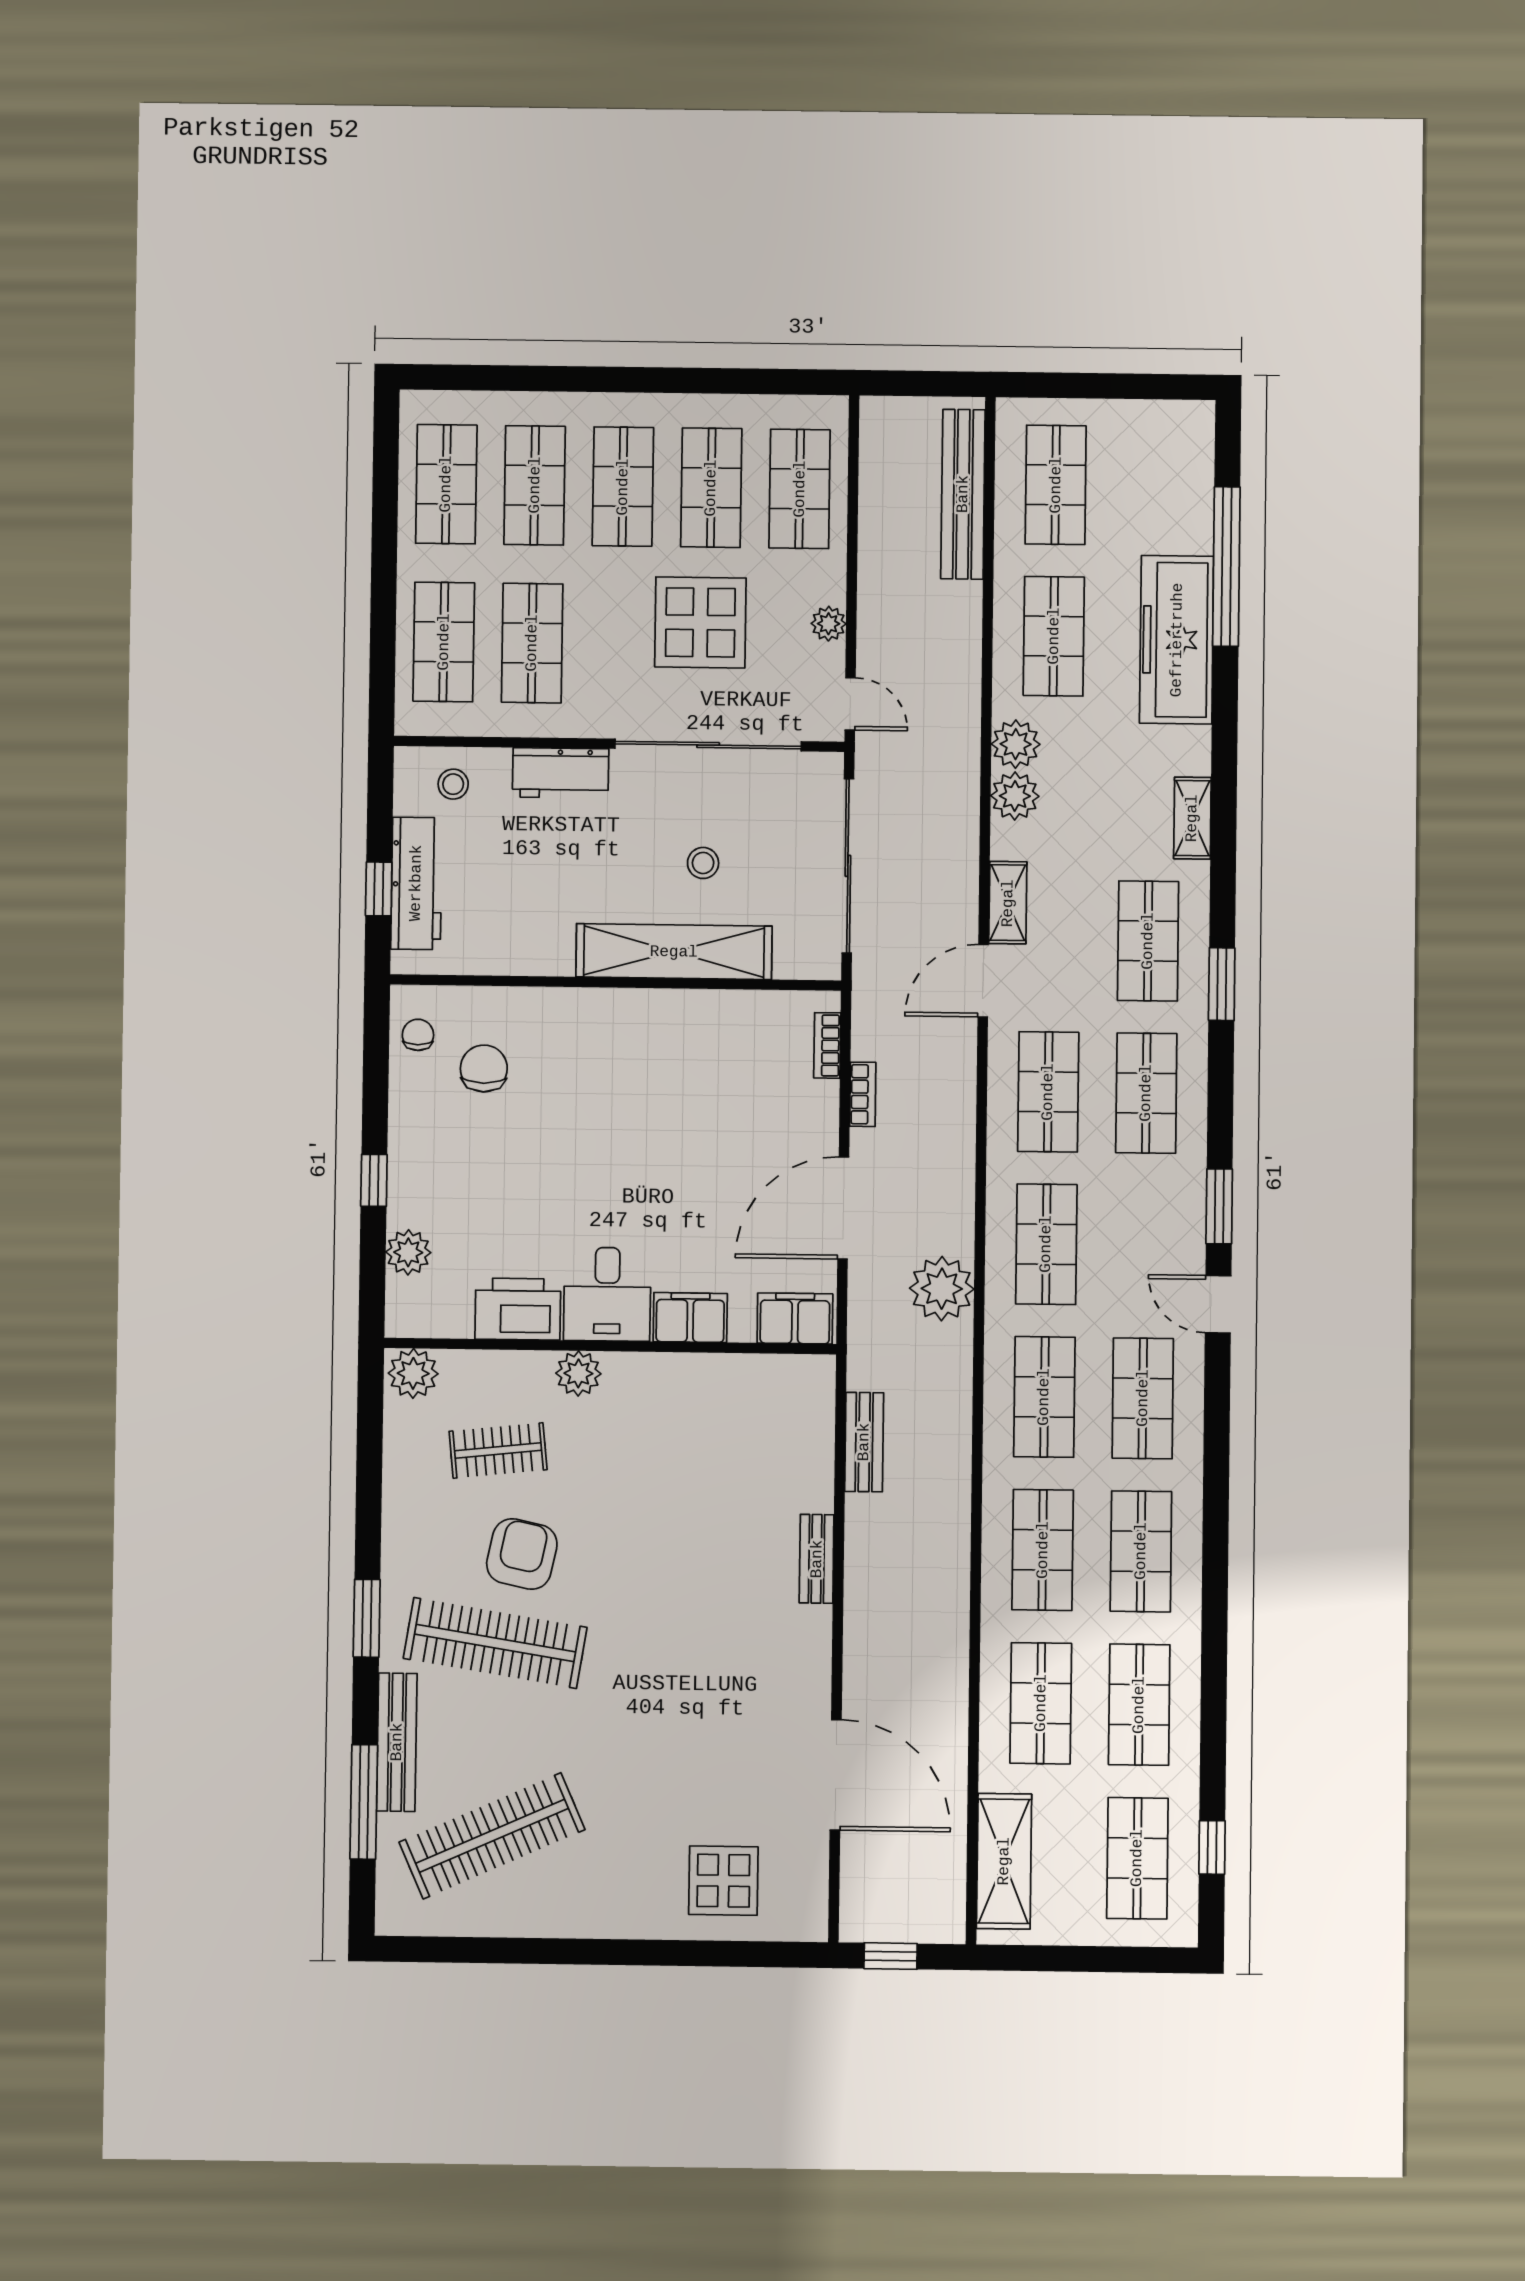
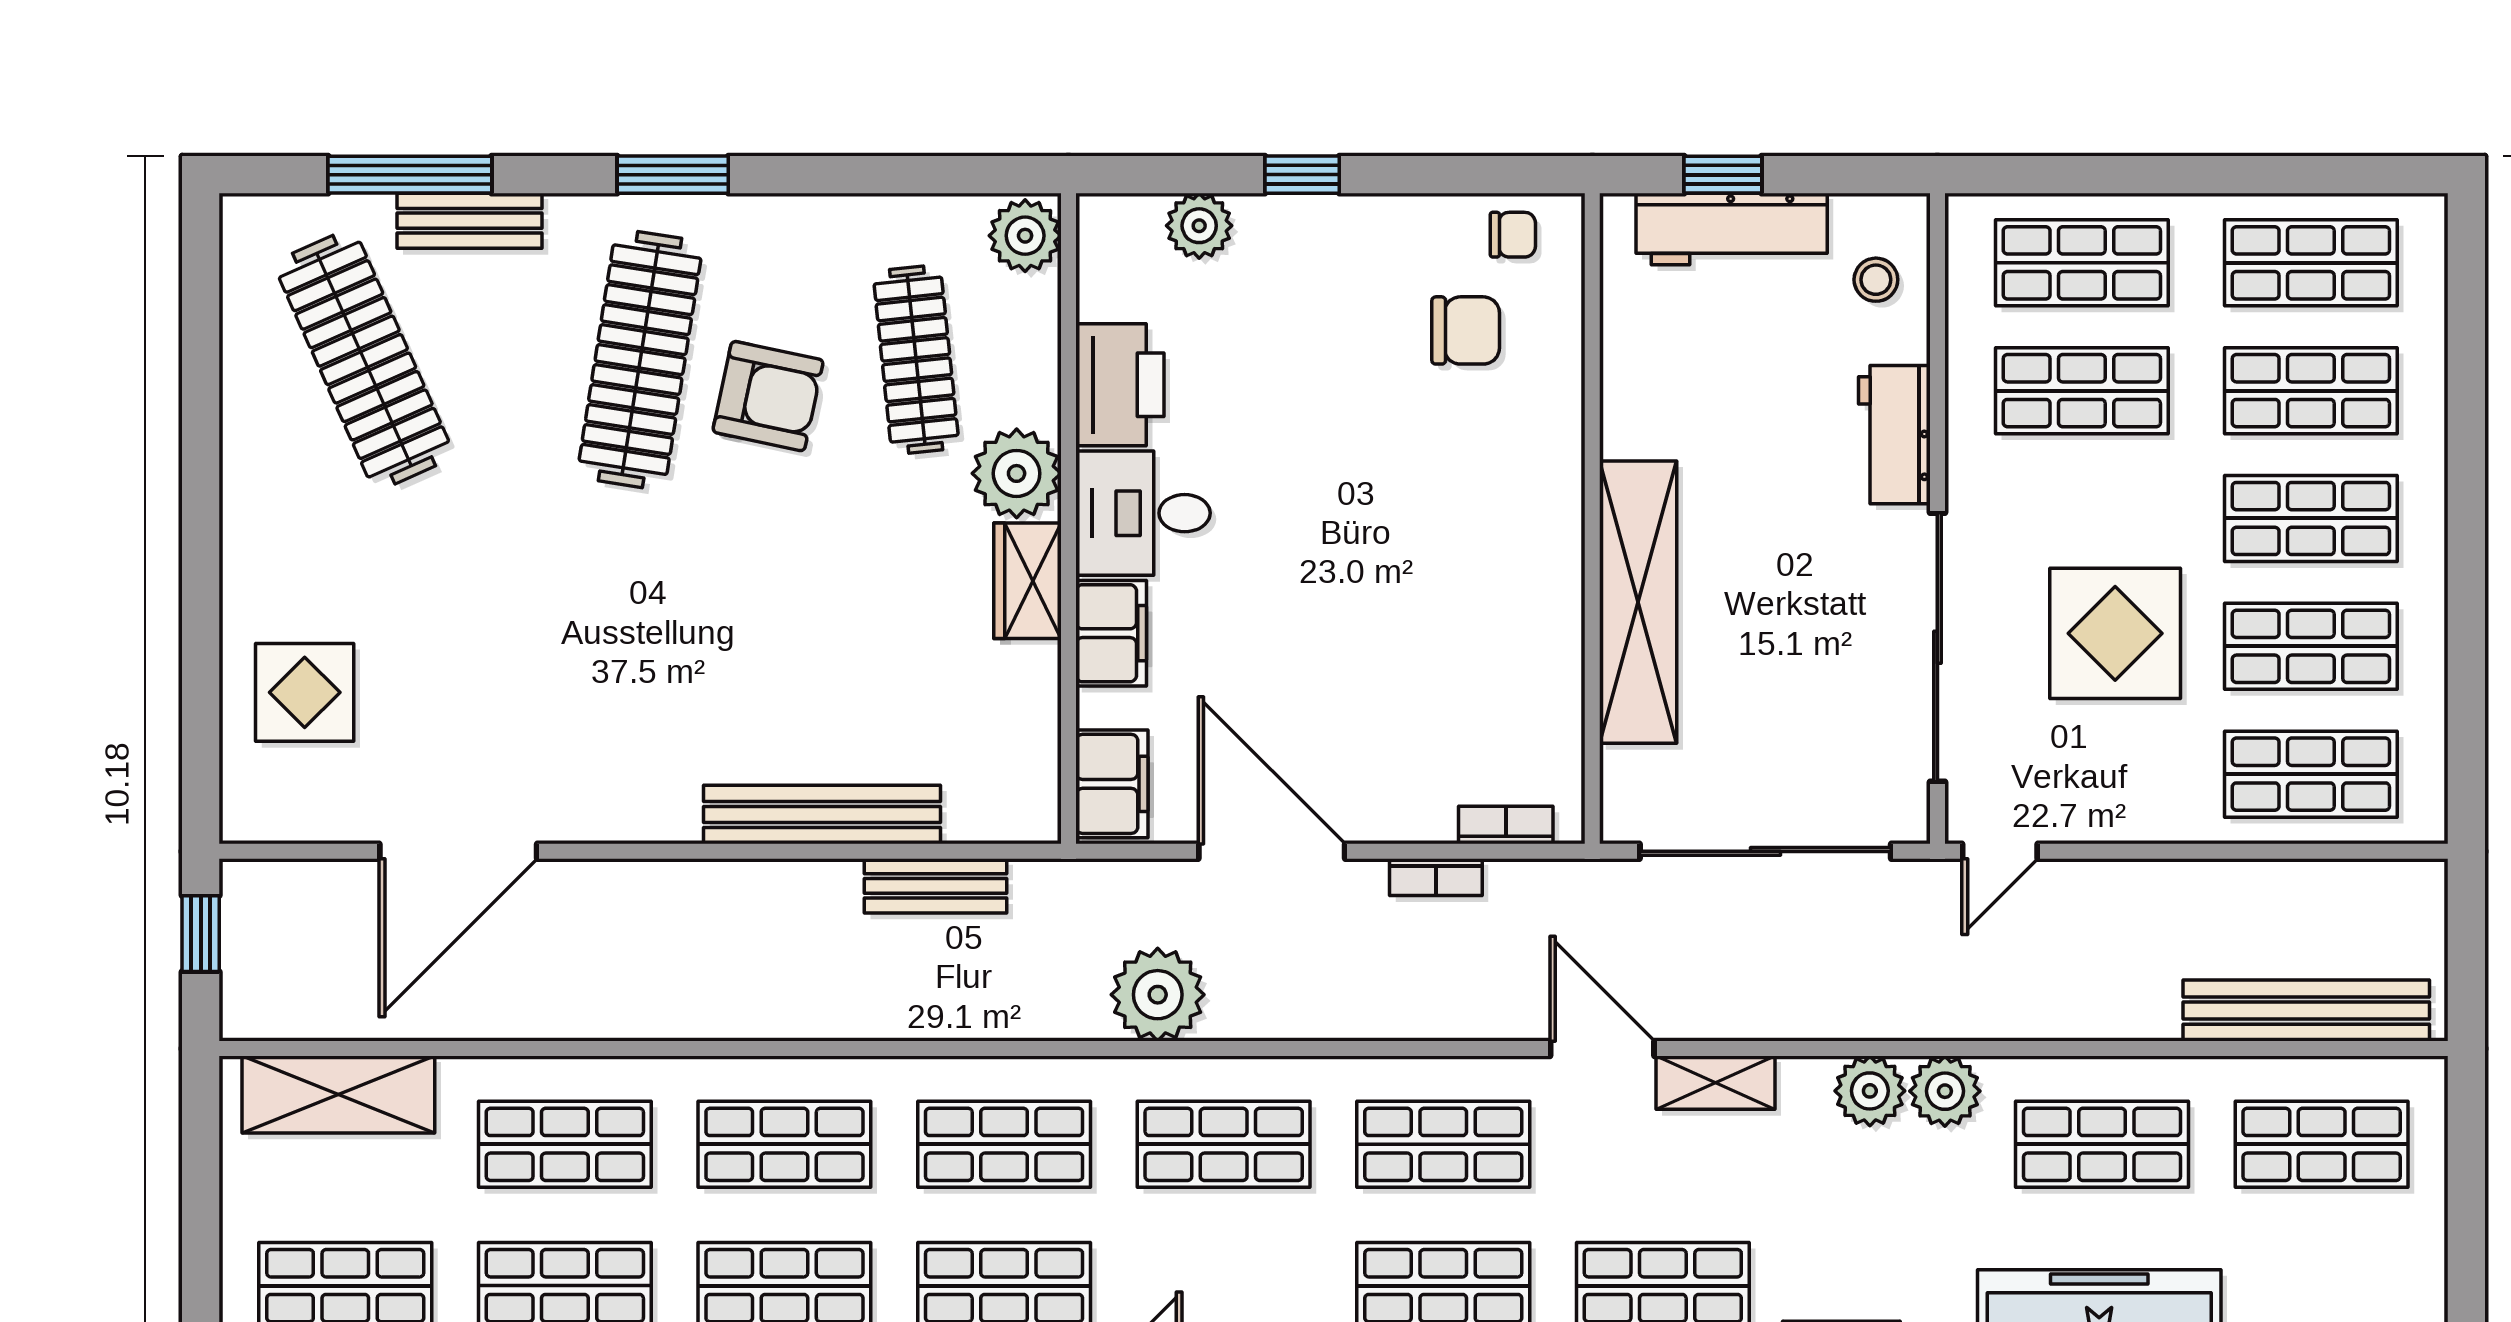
plant: (829, 624) -> (2116, 819), removed
stool: (703, 863) -> (1767, 642), removed
plant: (578, 1373) -> (1017, 473), width x1.36, depth x1.36
wardrobe: (653, 1375) -> (1027, 581), added
clothes rail: (498, 1450) -> (916, 360), width x1.36
bench: (817, 1559) -> (822, 814), width x1.86, depth x1.21
bench: (397, 1742) -> (470, 221), width x0.73

